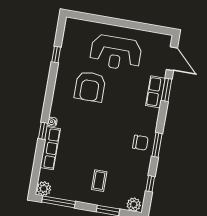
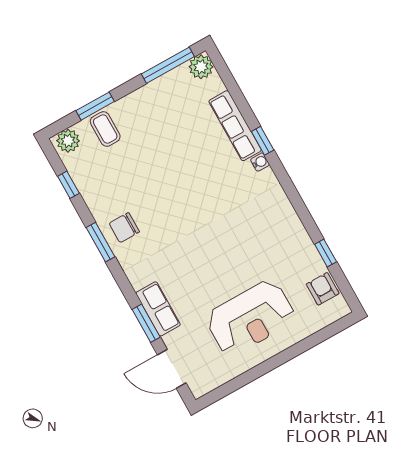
reception desk: (116, 53) -> (250, 318), turned 180
armchair: (90, 87) -> (323, 289), moved, width x0.53, depth x0.53
coffee table: (99, 181) -> (105, 129), moved

